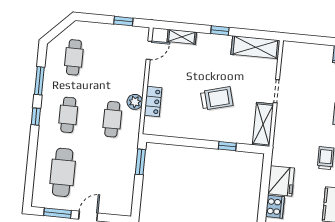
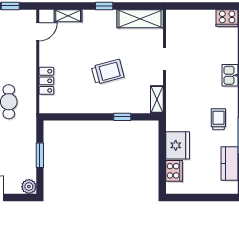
plant: (135, 102) -> (29, 187), moved
shelving: (263, 124) -> (157, 99), width x0.67, depth x0.75
window: (140, 162) -> (40, 155), moved

